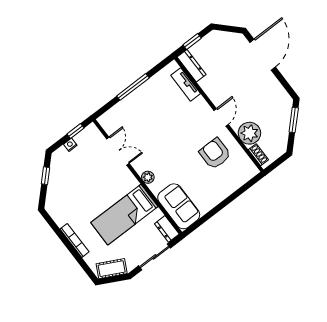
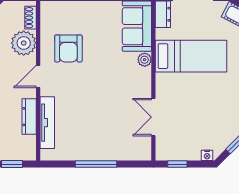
dresser: (192, 66) -> (29, 117), moved
tv unit: (186, 84) -> (47, 123), width x1.41
nightstand: (70, 145) -> (207, 155), moved
plant: (148, 177) -> (145, 60), moved

